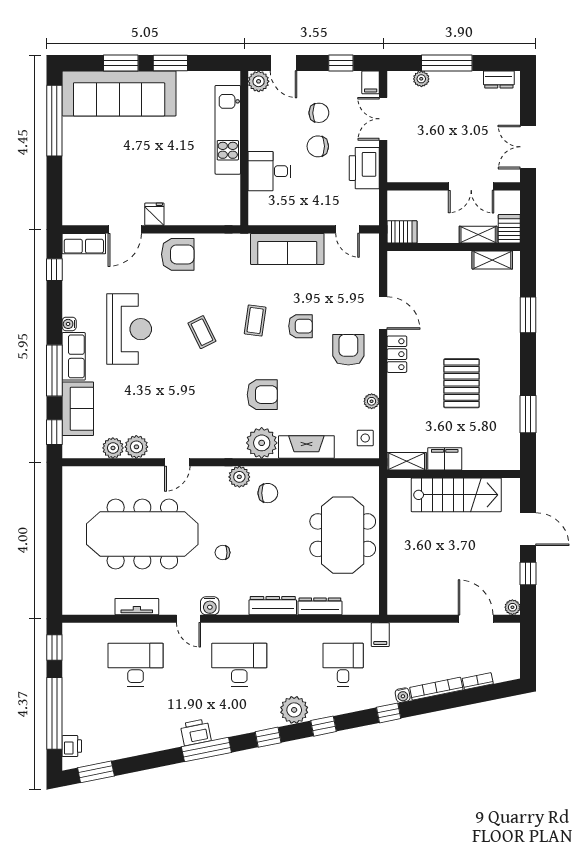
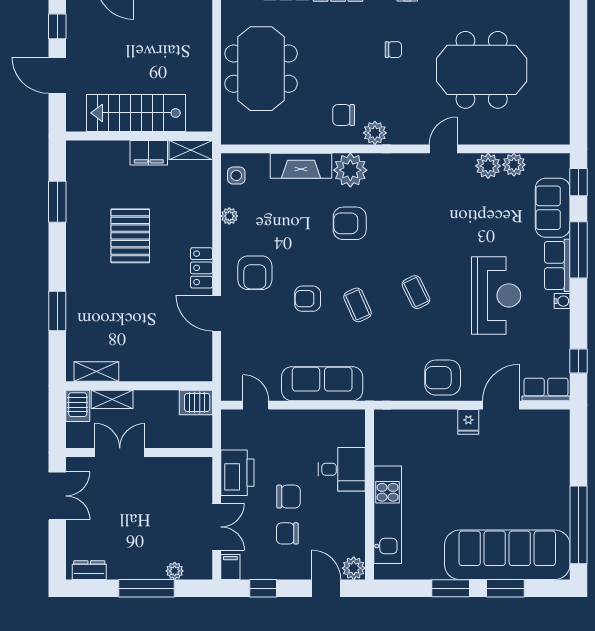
coffee table: (255, 320) -> (357, 305), turned -32
reception desk: (129, 329) -> (496, 295), turned 180
meeting table: (142, 534) -> (482, 70), width x0.73

